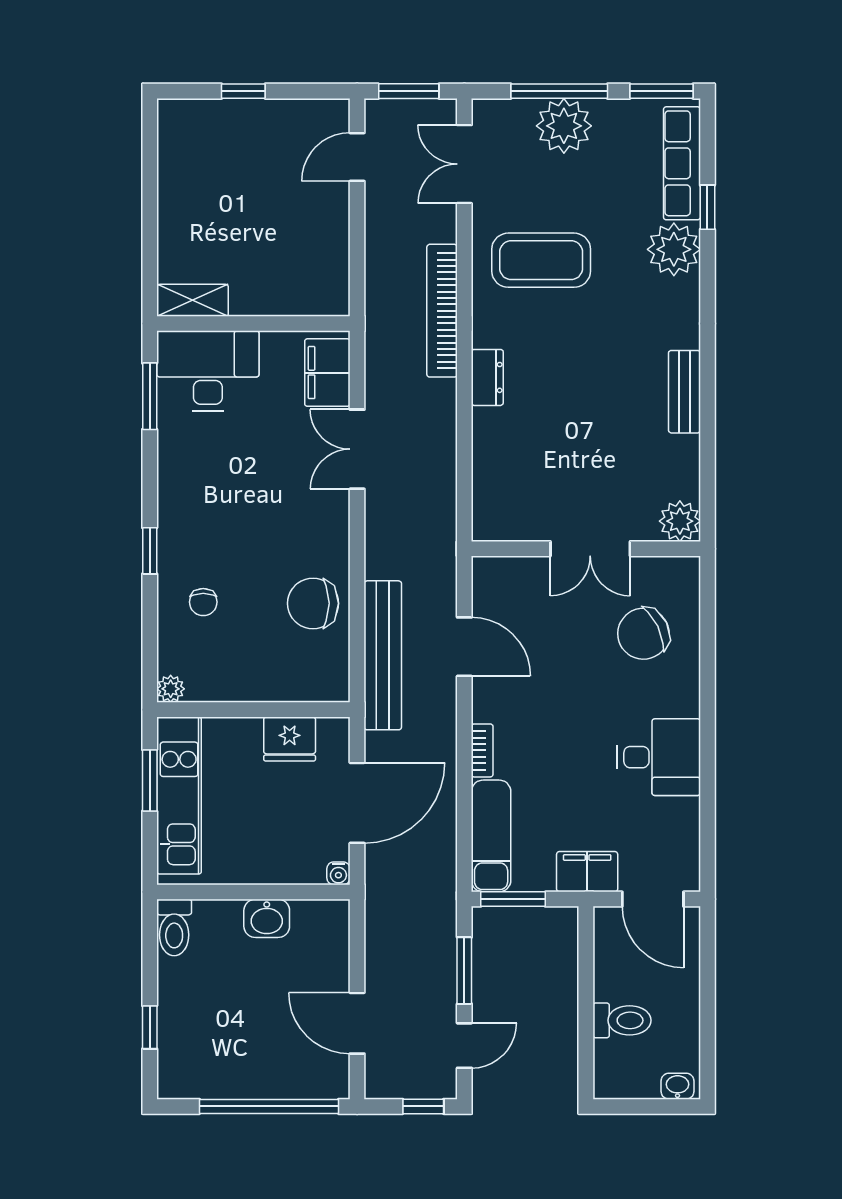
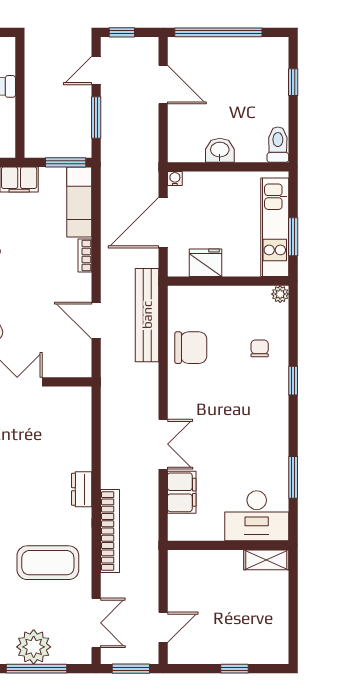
shelving: (193, 300) -> (266, 560), moved
wall: (253, 323) -> (228, 545), moved
desk: (208, 371) -> (257, 516), moved

